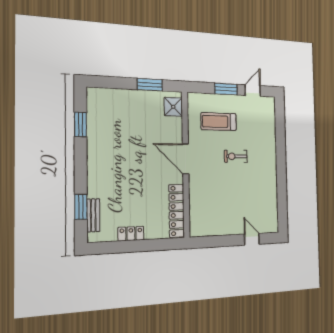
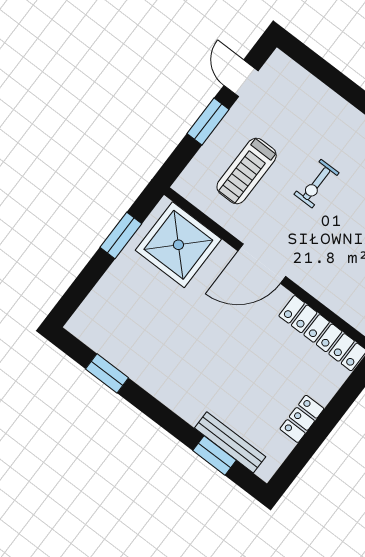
shower: (173, 107) -> (178, 245), width x1.86, depth x1.86
bench: (93, 215) -> (230, 442), width x1.36

